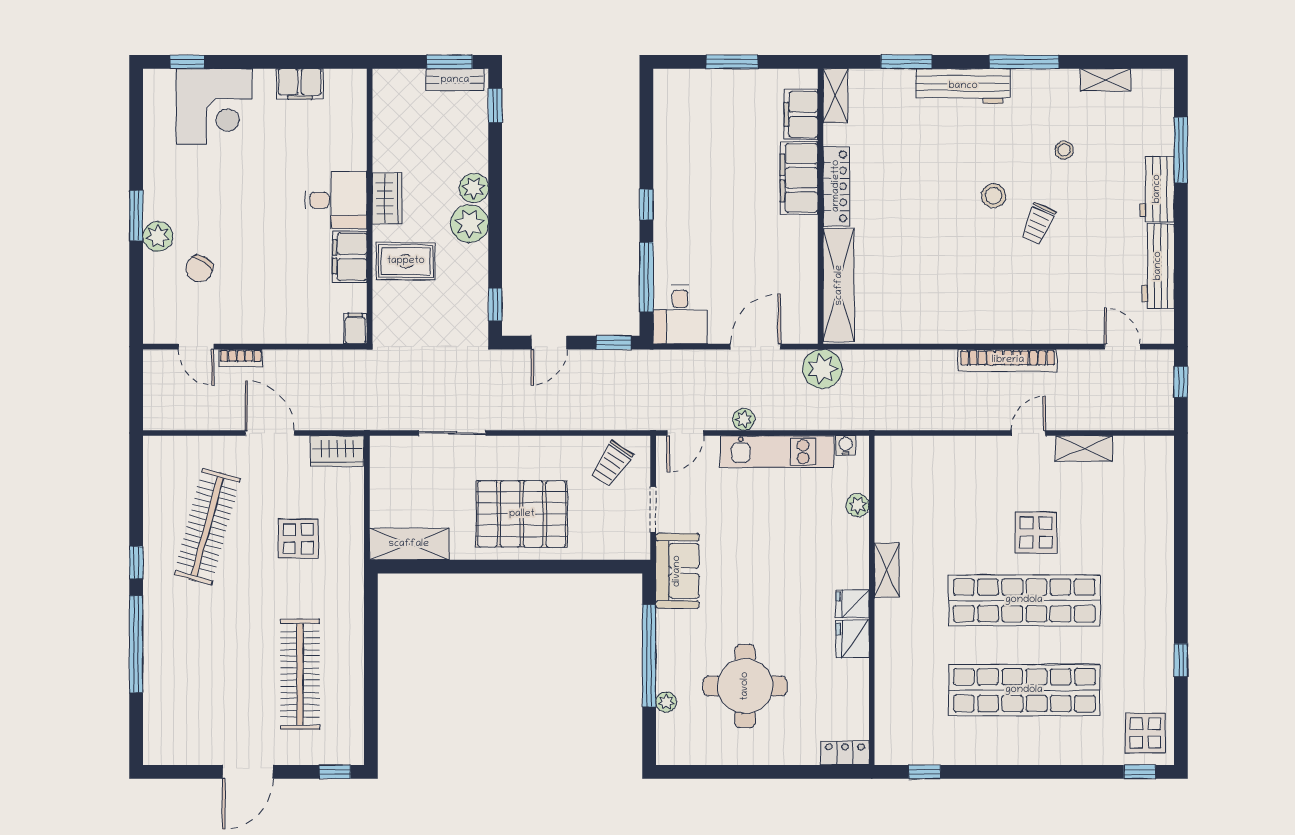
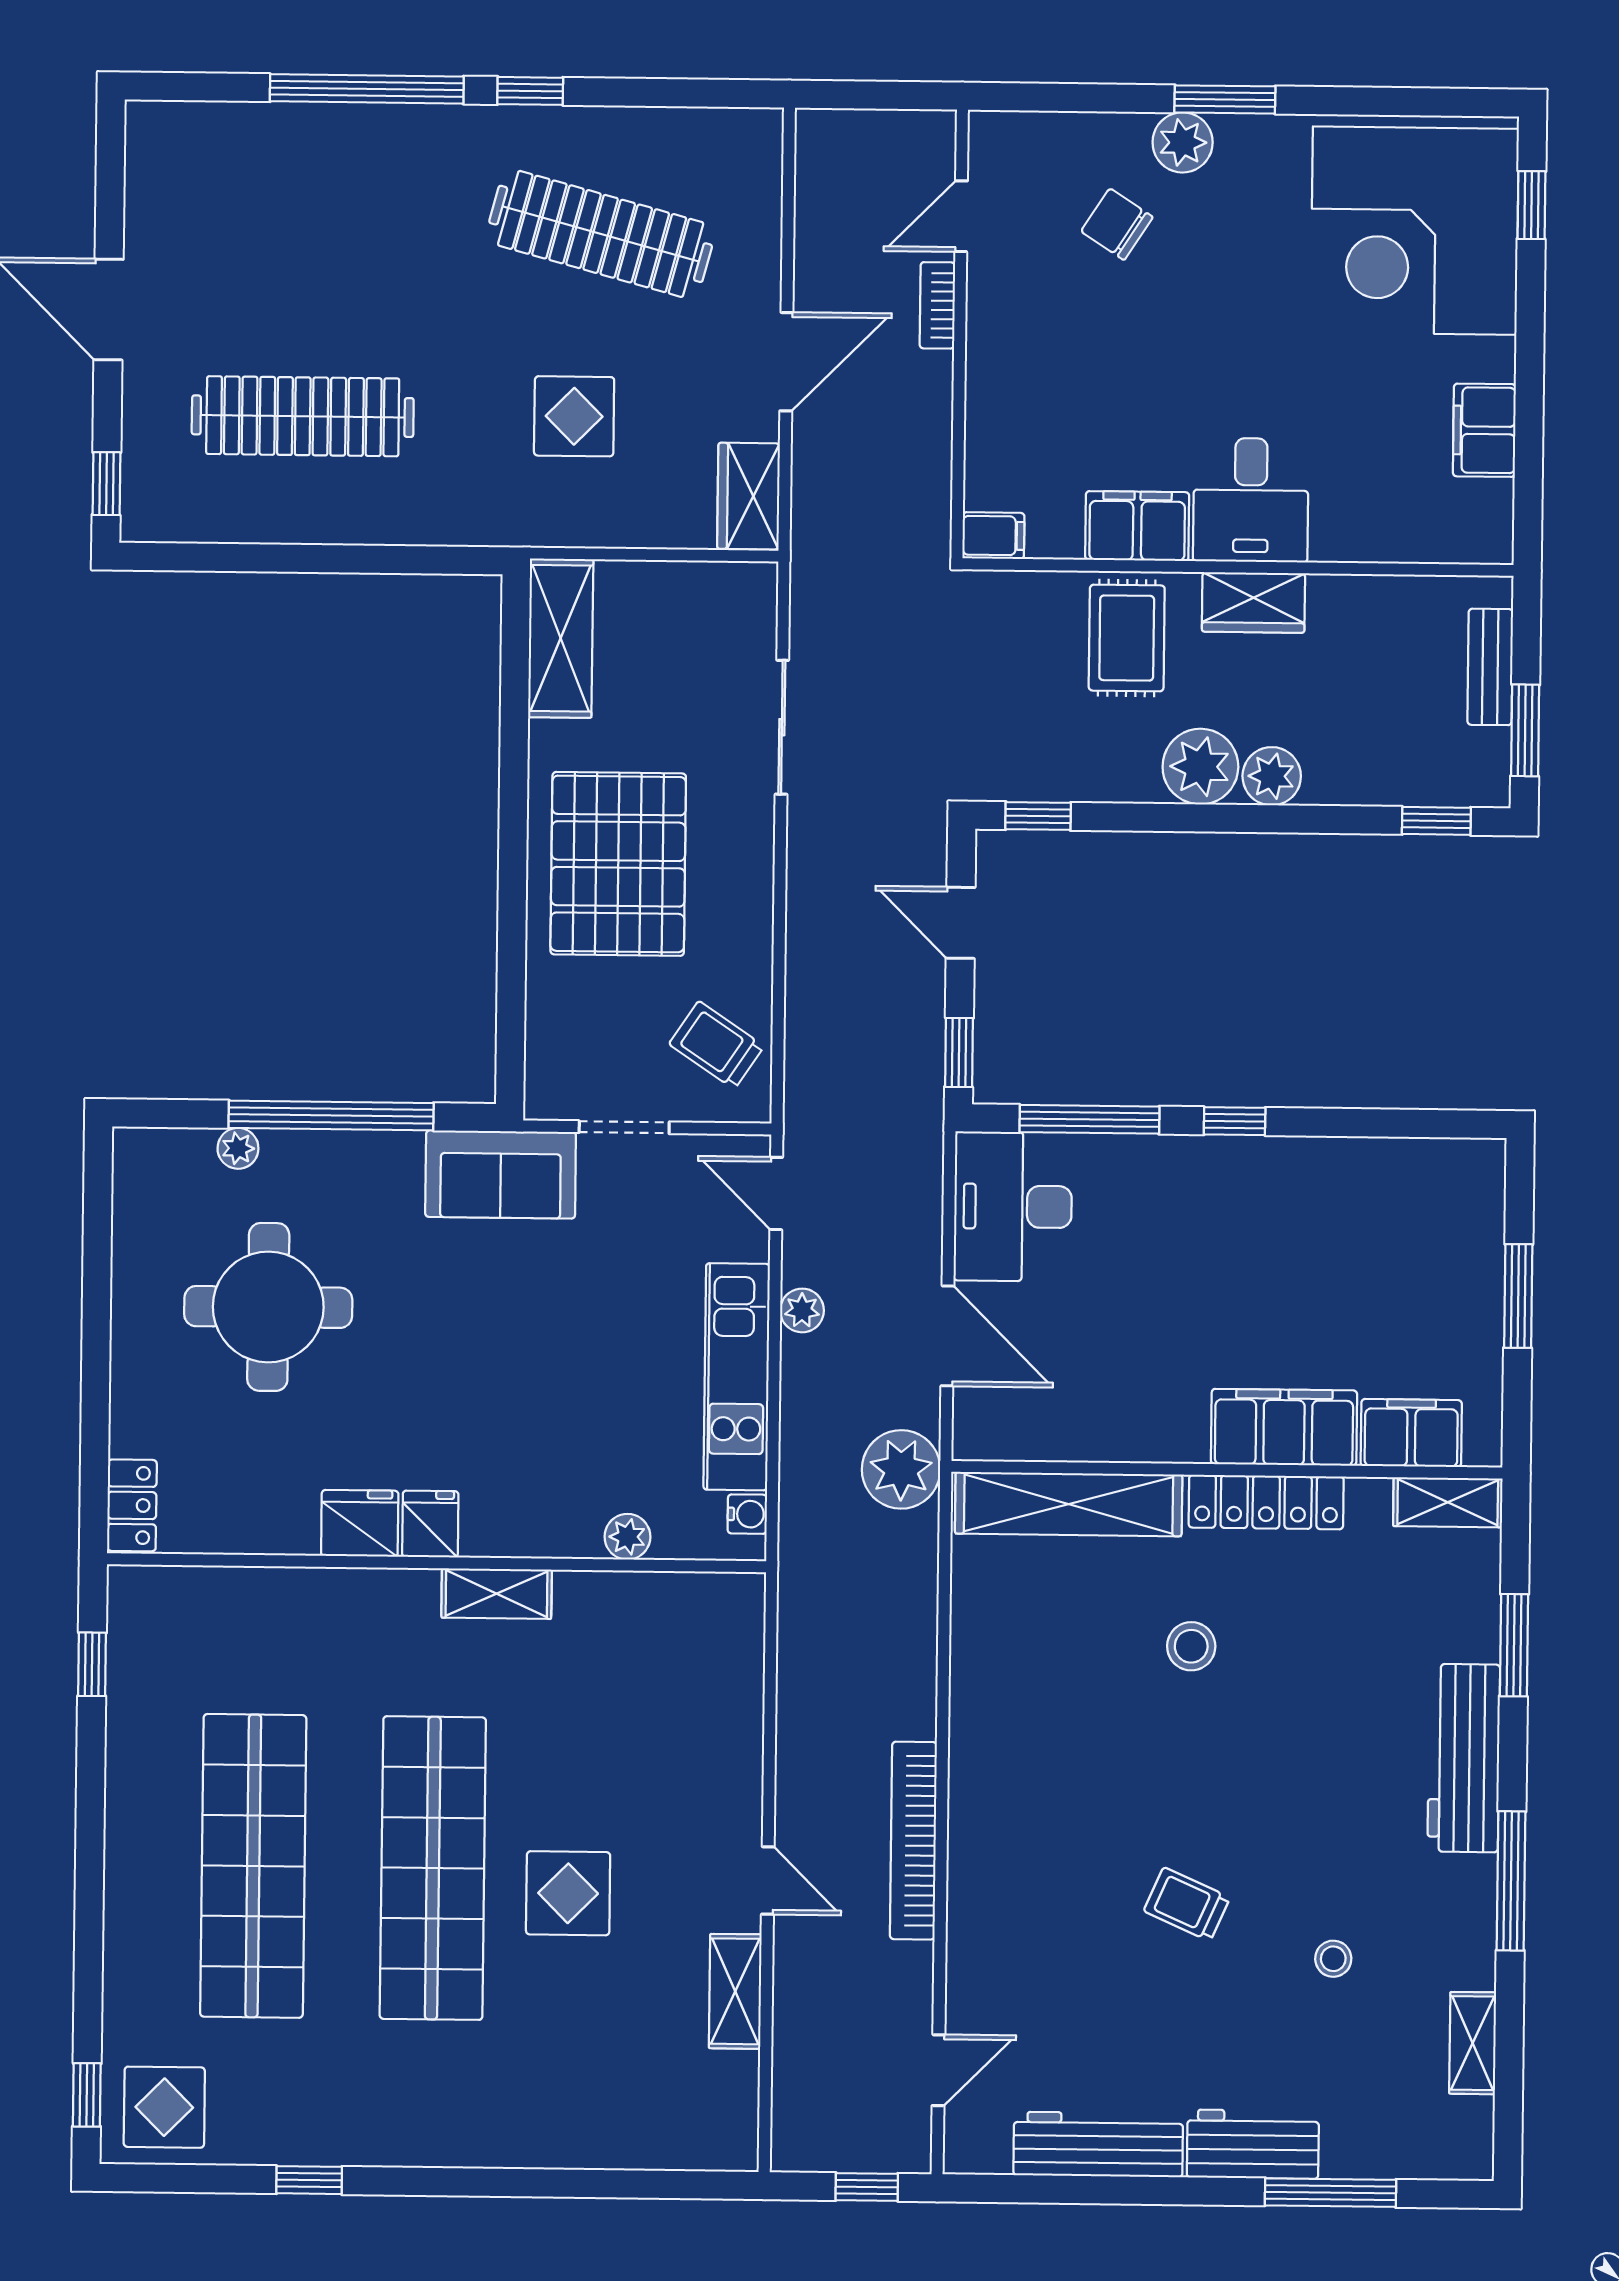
bench: (455, 80) -> (1490, 667), moved
corner desk: (214, 106) -> (1415, 231), width x1.36, depth x1.36
stool: (993, 196) -> (1191, 1646), moved
desk: (680, 315) -> (1013, 1207), width x1.37

